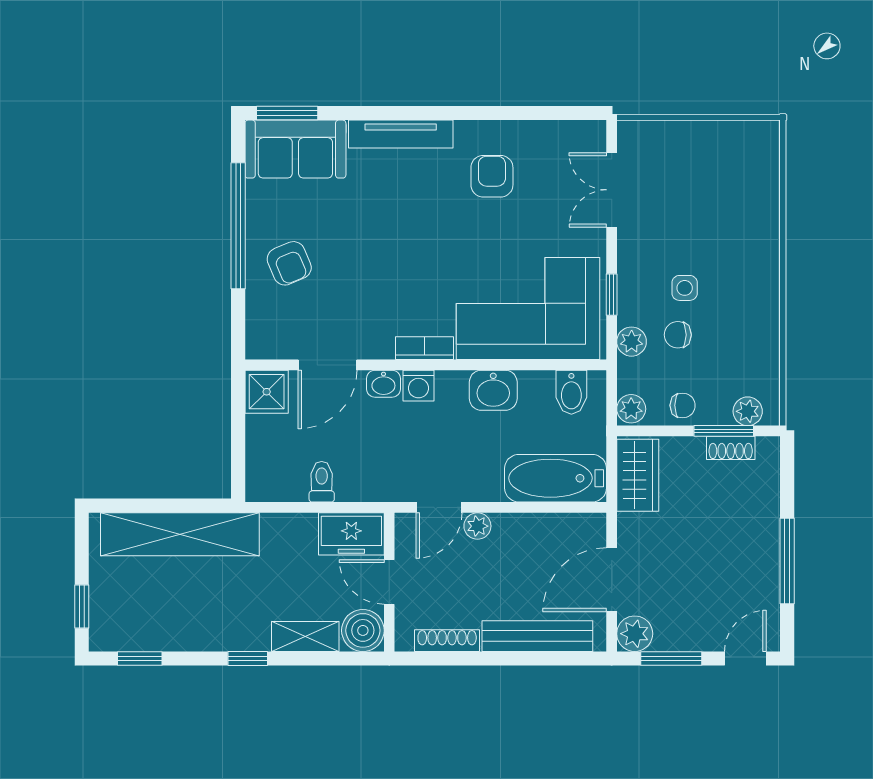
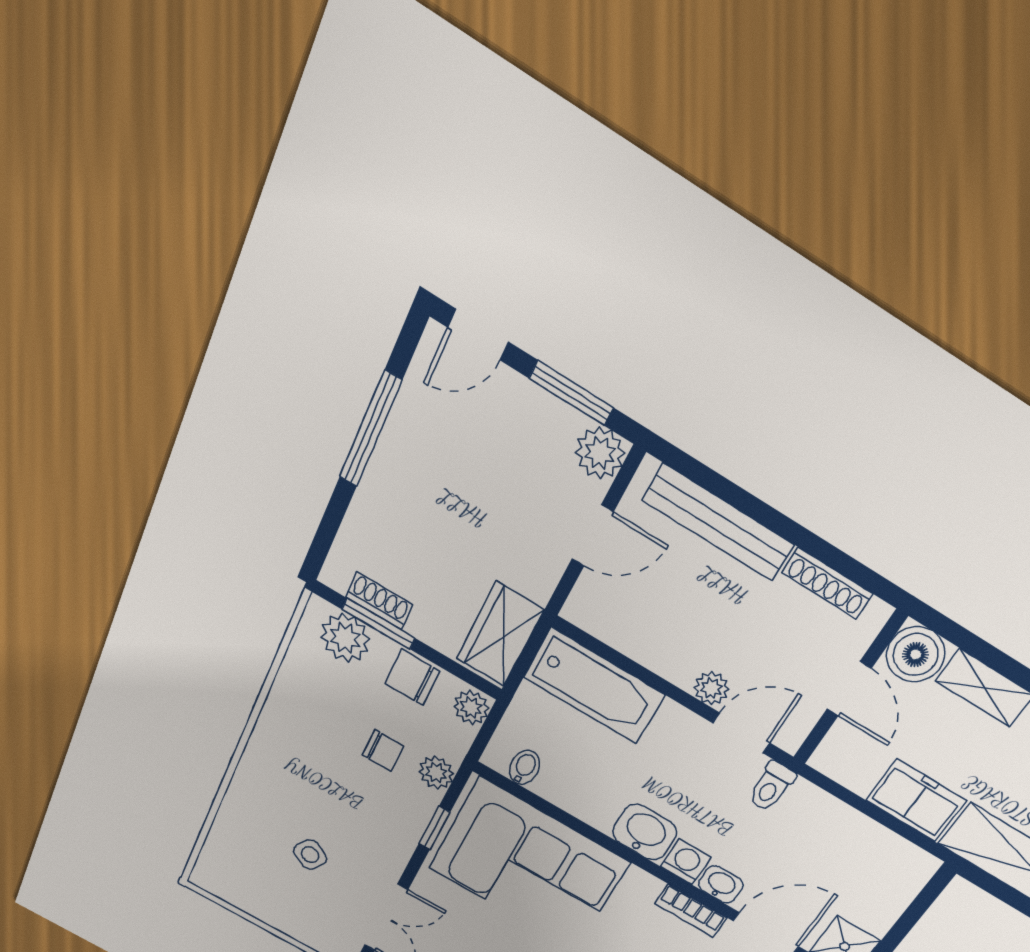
side table: (685, 288) -> (310, 855), moved, turned 31
bookcase: (425, 348) -> (691, 911), moved
washbasin: (493, 390) -> (645, 832), moved
bidet: (571, 392) -> (524, 767), width x0.72, depth x0.74
chair: (683, 405) -> (412, 678), width x1.37, depth x1.37
plant: (748, 411) -> (345, 638), width x1.38, depth x1.38
toilet: (322, 482) -> (771, 787), moved
freezer: (351, 534) -> (916, 800), moved
door: (612, 580) -> (593, 536), width x0.73

